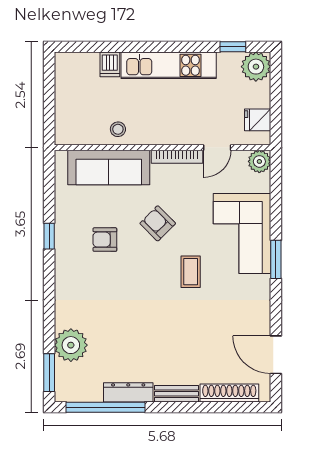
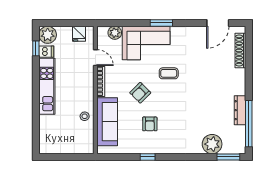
dishwasher: (110, 64) -> (46, 52), moved
plant: (259, 161) -> (115, 33), moved
bench: (176, 394) -> (241, 82), removed

